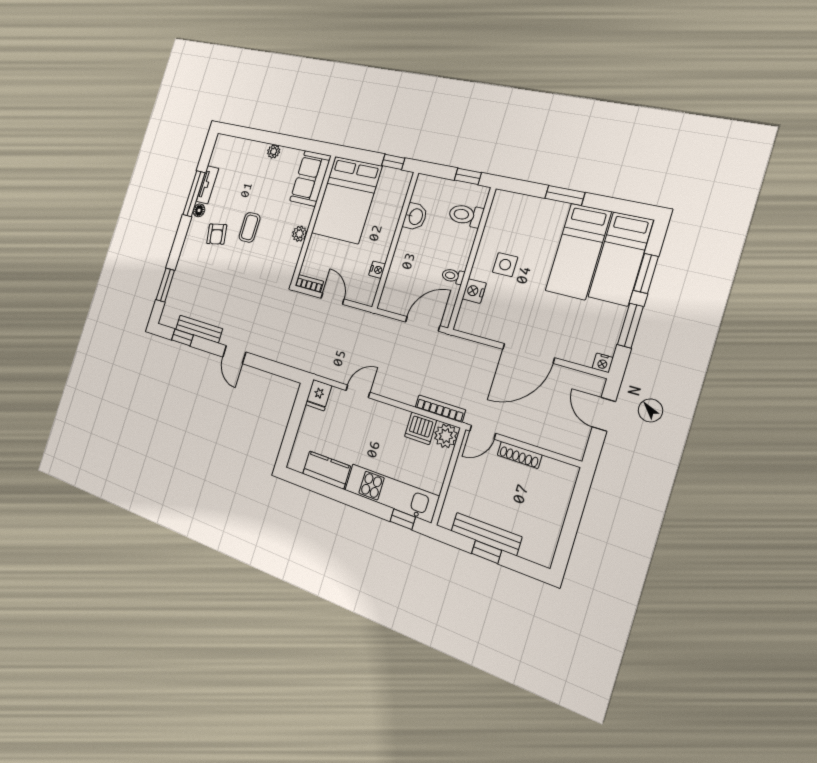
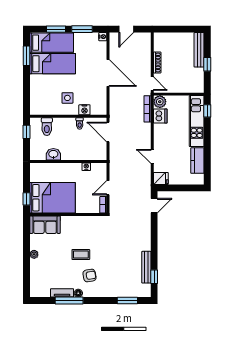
window: (393, 162) -> (26, 199), moved
window: (565, 195) -> (26, 56), moved
plant: (300, 234) -> (77, 221), removed
door: (234, 355) -> (154, 206), moved
bench: (486, 534) -> (199, 50), moved

